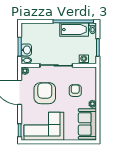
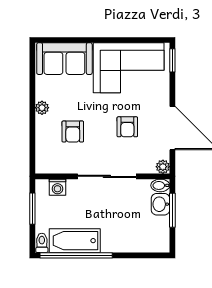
armchair: (45, 93) -> (127, 127), width x0.53, depth x0.53
sofa: (87, 124) -> (64, 59), moved, turned 90

